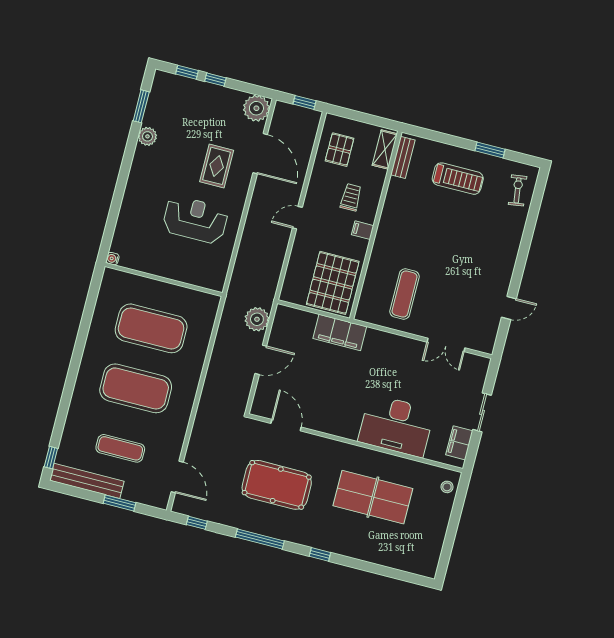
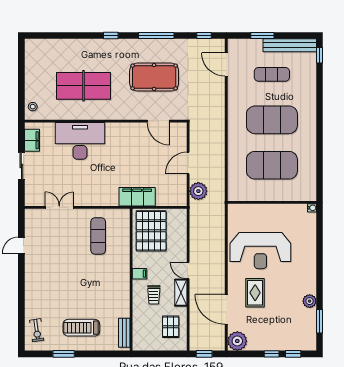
shelving: (385, 149) -> (181, 293), moved
door: (297, 218) -> (188, 271), swing flipped
reception desk: (195, 220) -> (260, 251), width x1.36, depth x1.30

